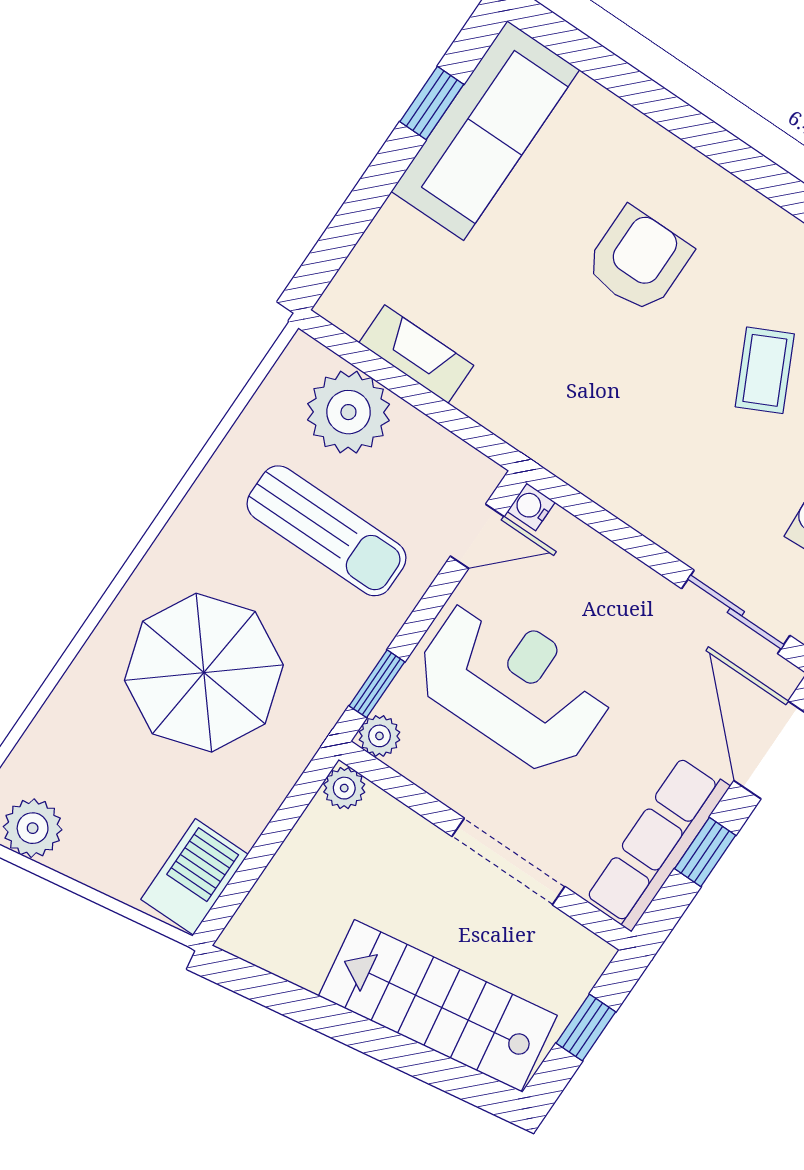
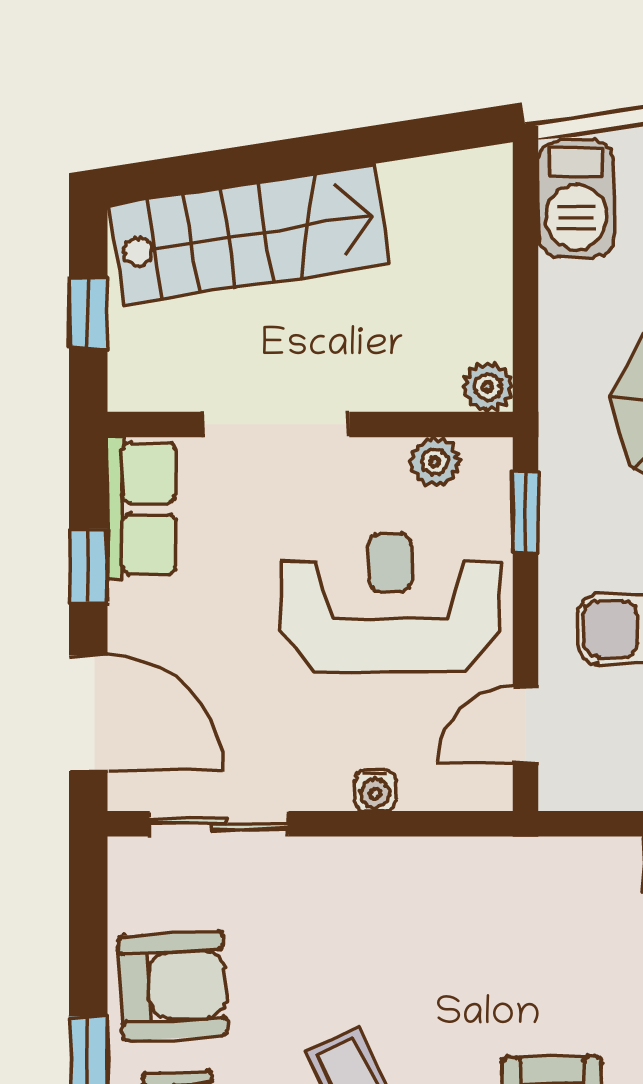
water cooler: (531, 507) -> (375, 790), moved, turned 90
reception desk: (514, 685) -> (390, 603), turned 180
plant: (379, 736) -> (435, 462), moved
row of seats: (657, 843) -> (141, 509), width x0.68

